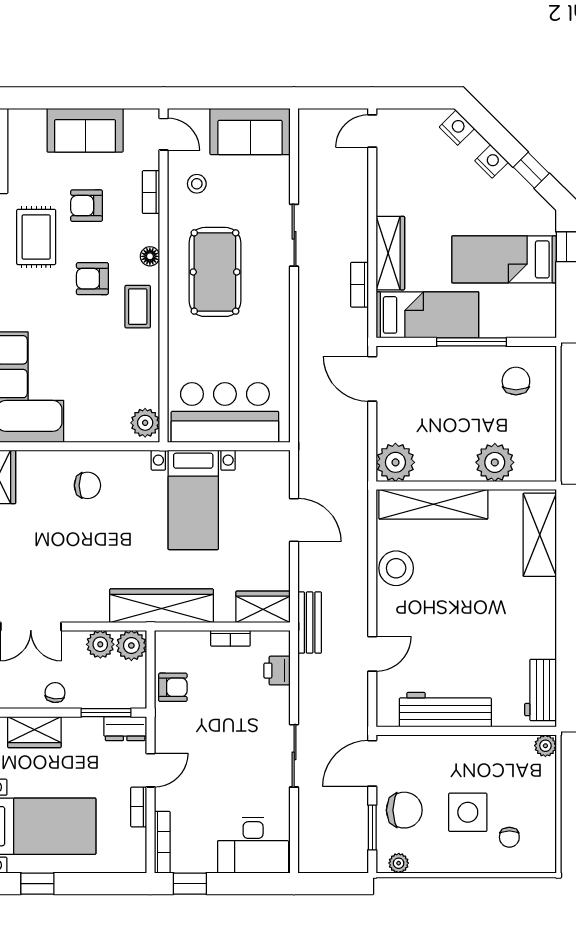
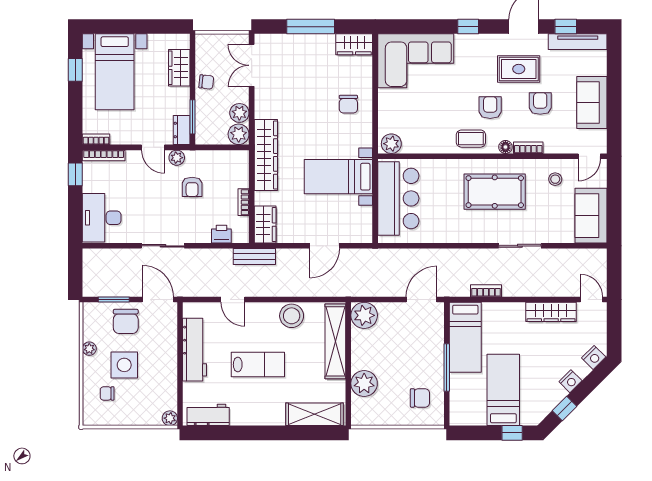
bookcase: (151, 192) -> (528, 148), moved
wardrobe: (390, 253) -> (551, 312), moved
lab bench: (467, 617) -> (258, 365), added
armchair: (173, 687) -> (192, 187), moved
plant: (166, 736) -> (177, 158), added
bookcase: (139, 807) -> (96, 139), moved
plant: (399, 863) -> (89, 349), moved

